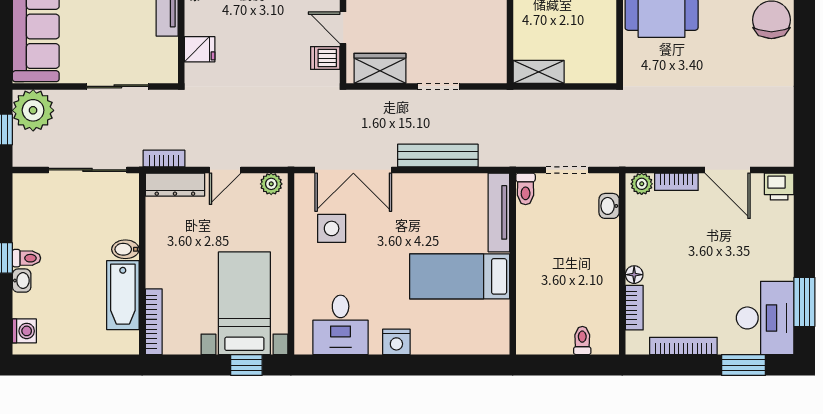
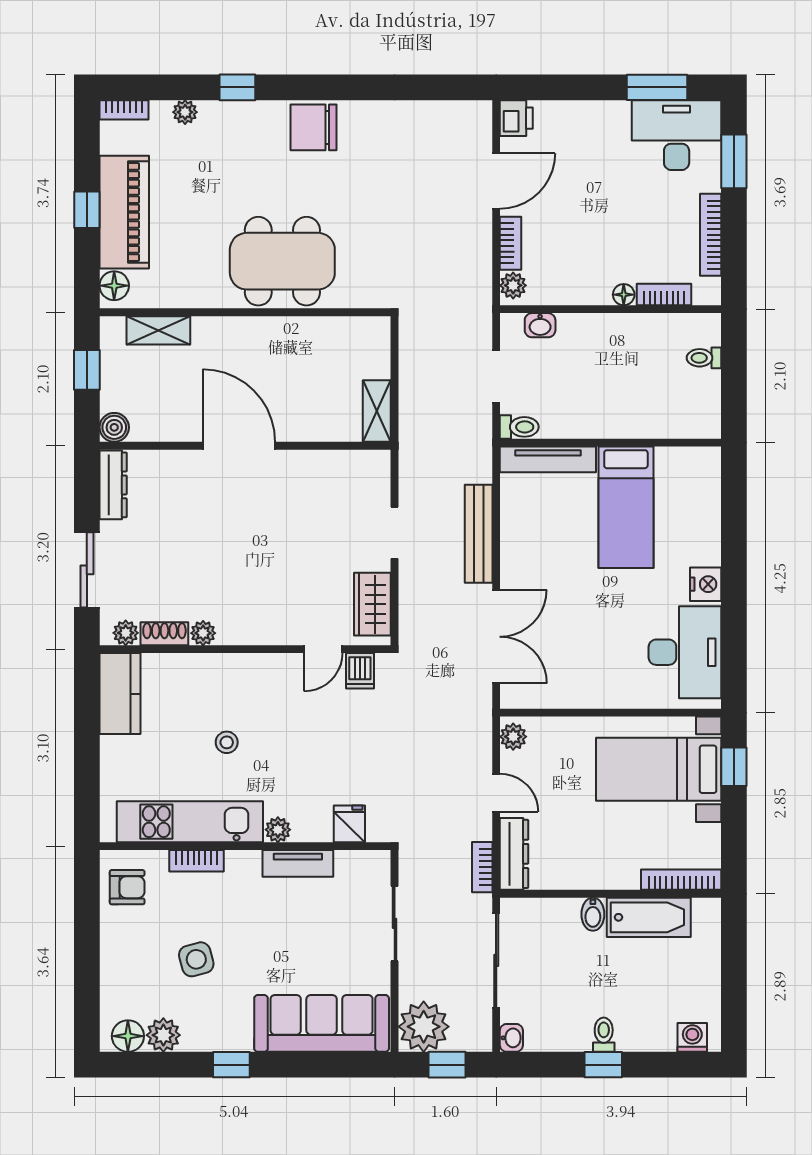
side table: (332, 228) -> (567, 663), removed
washbasin: (22, 281) -> (511, 1038), moved, turned 90
desk: (341, 325) -> (685, 652), width x1.37

